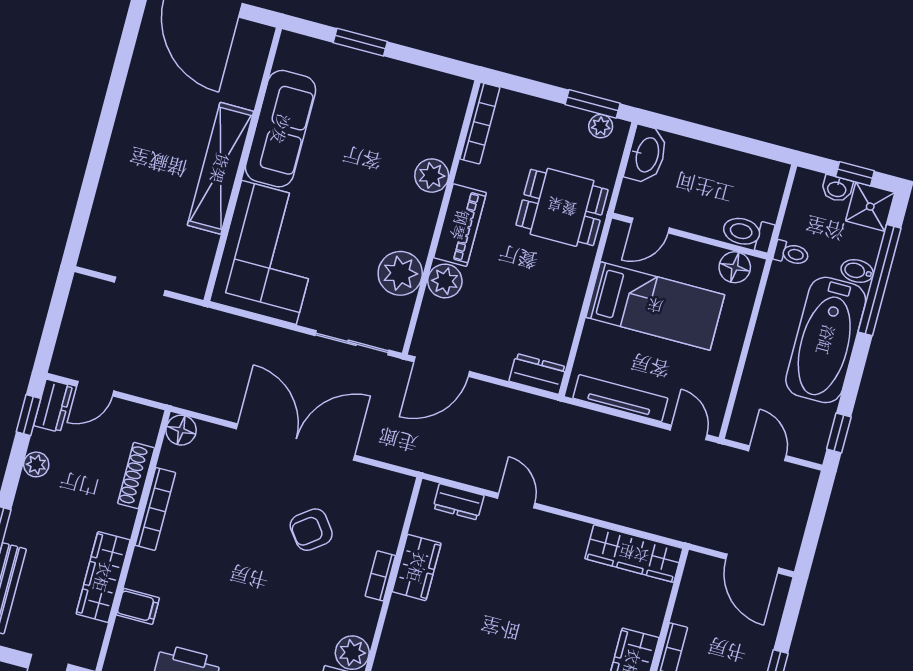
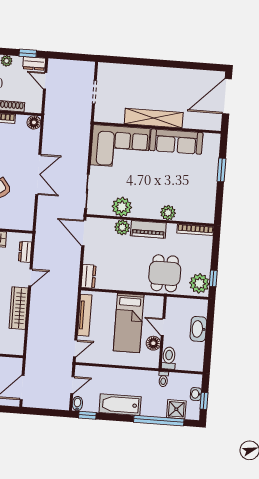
window: (593, 104) -> (213, 278), width x0.67
plant: (601, 126) -> (199, 283), width x1.88, depth x1.88
washbasin: (646, 155) -> (198, 329), moved, turned 90
shower: (870, 207) -> (176, 409), moved
door: (650, 226) -> (163, 327), moved
floor lamp: (735, 267) -> (153, 343), moved
bidet: (857, 271) -> (77, 404), moved
bathtub: (826, 340) -> (120, 405), width x0.73, depth x0.73
double door: (296, 442) -> (38, 174), width x0.73
wardrobe: (634, 554) -> (19, 308), moved

